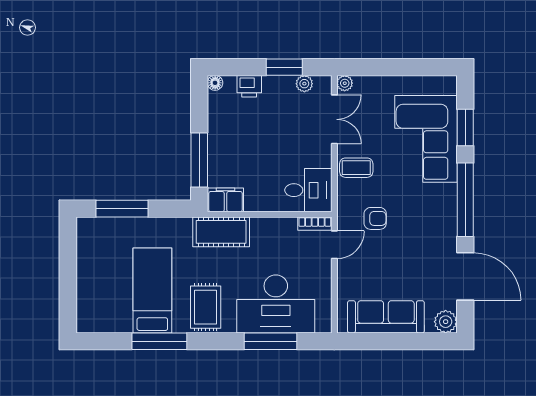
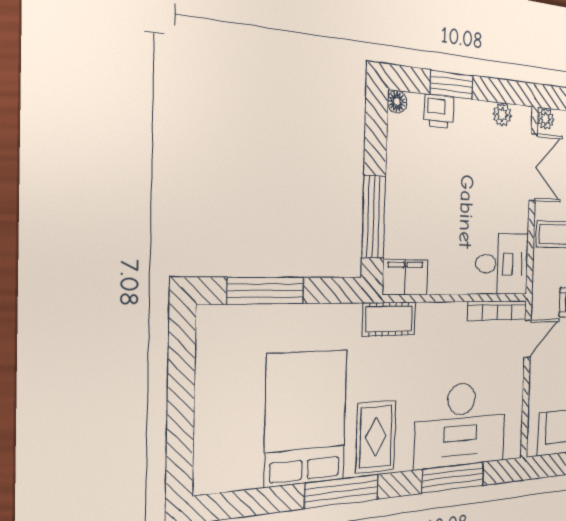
window: (284, 67) -> (452, 85), moved
bookcase: (315, 224) -> (497, 310), width x1.56
cot: (221, 232) -> (389, 319), width x0.73, depth x0.75
bed: (152, 290) -> (306, 418), width x1.50
window: (159, 341) -> (342, 491), moved

